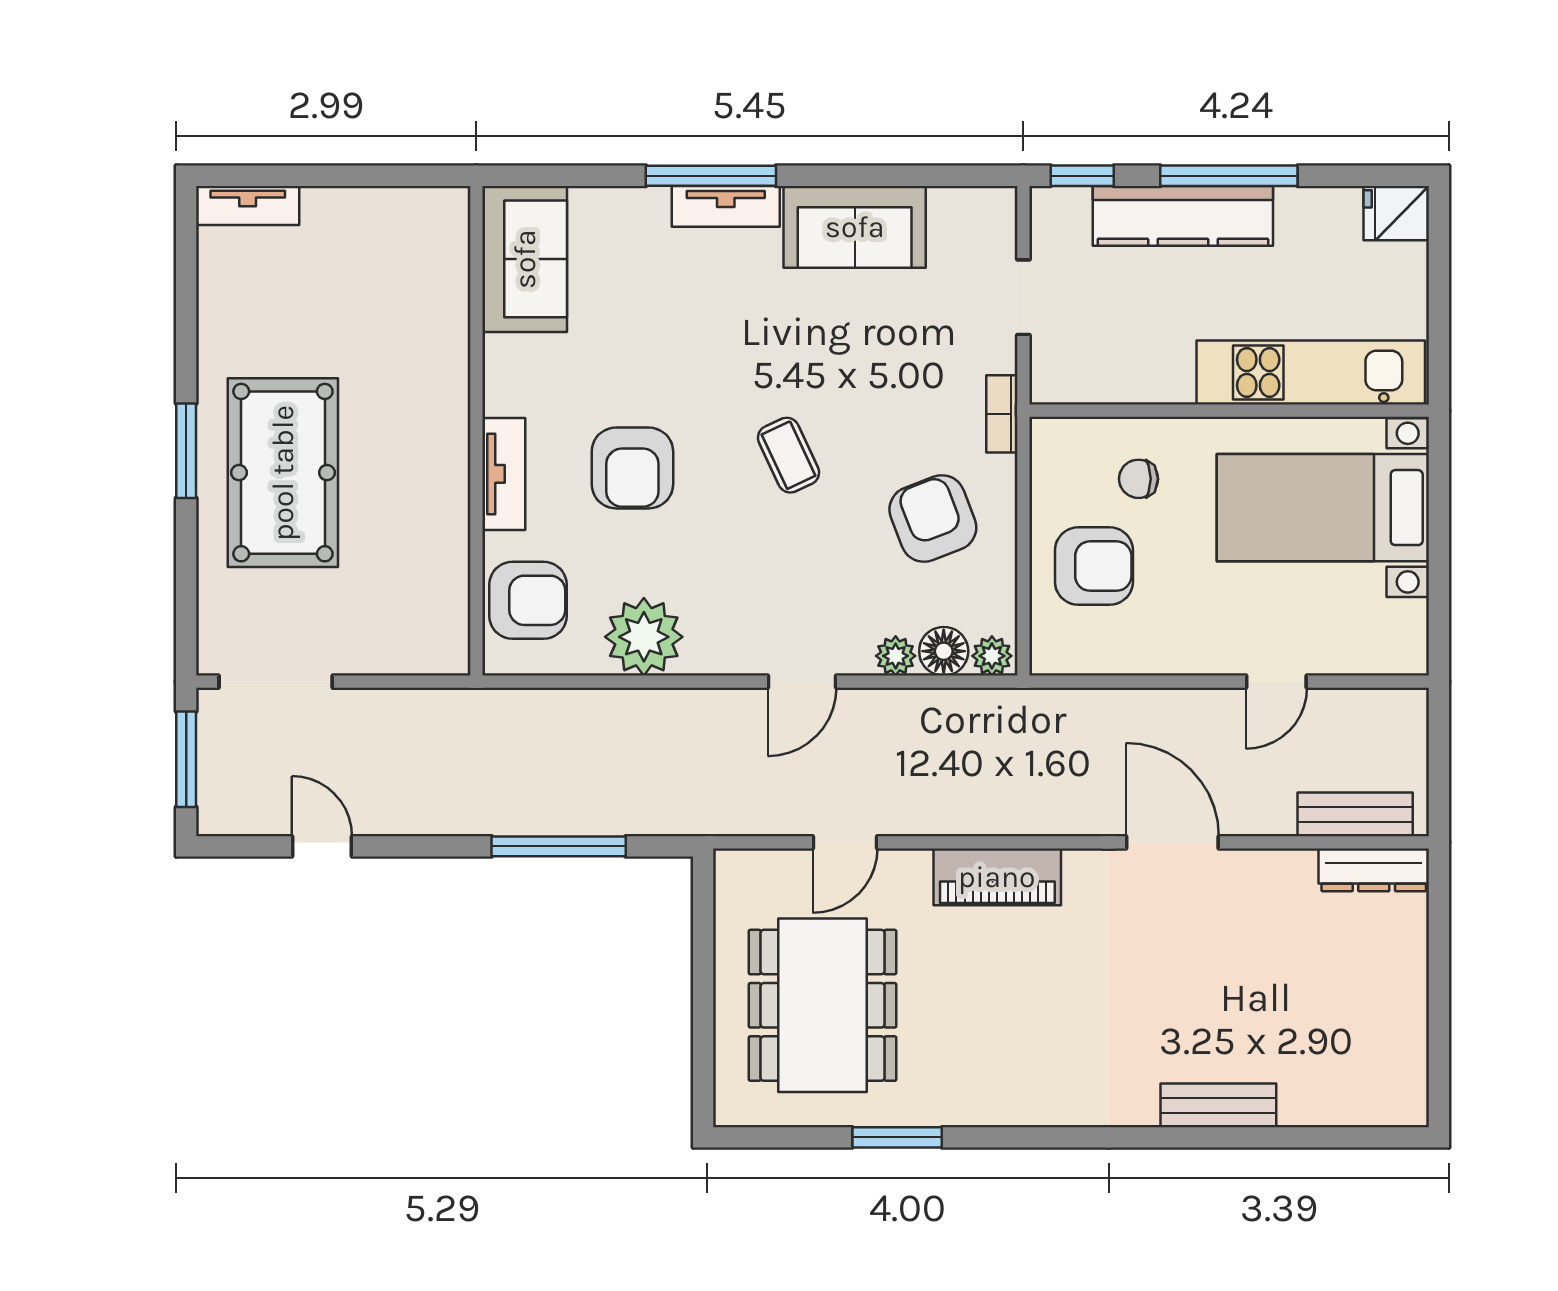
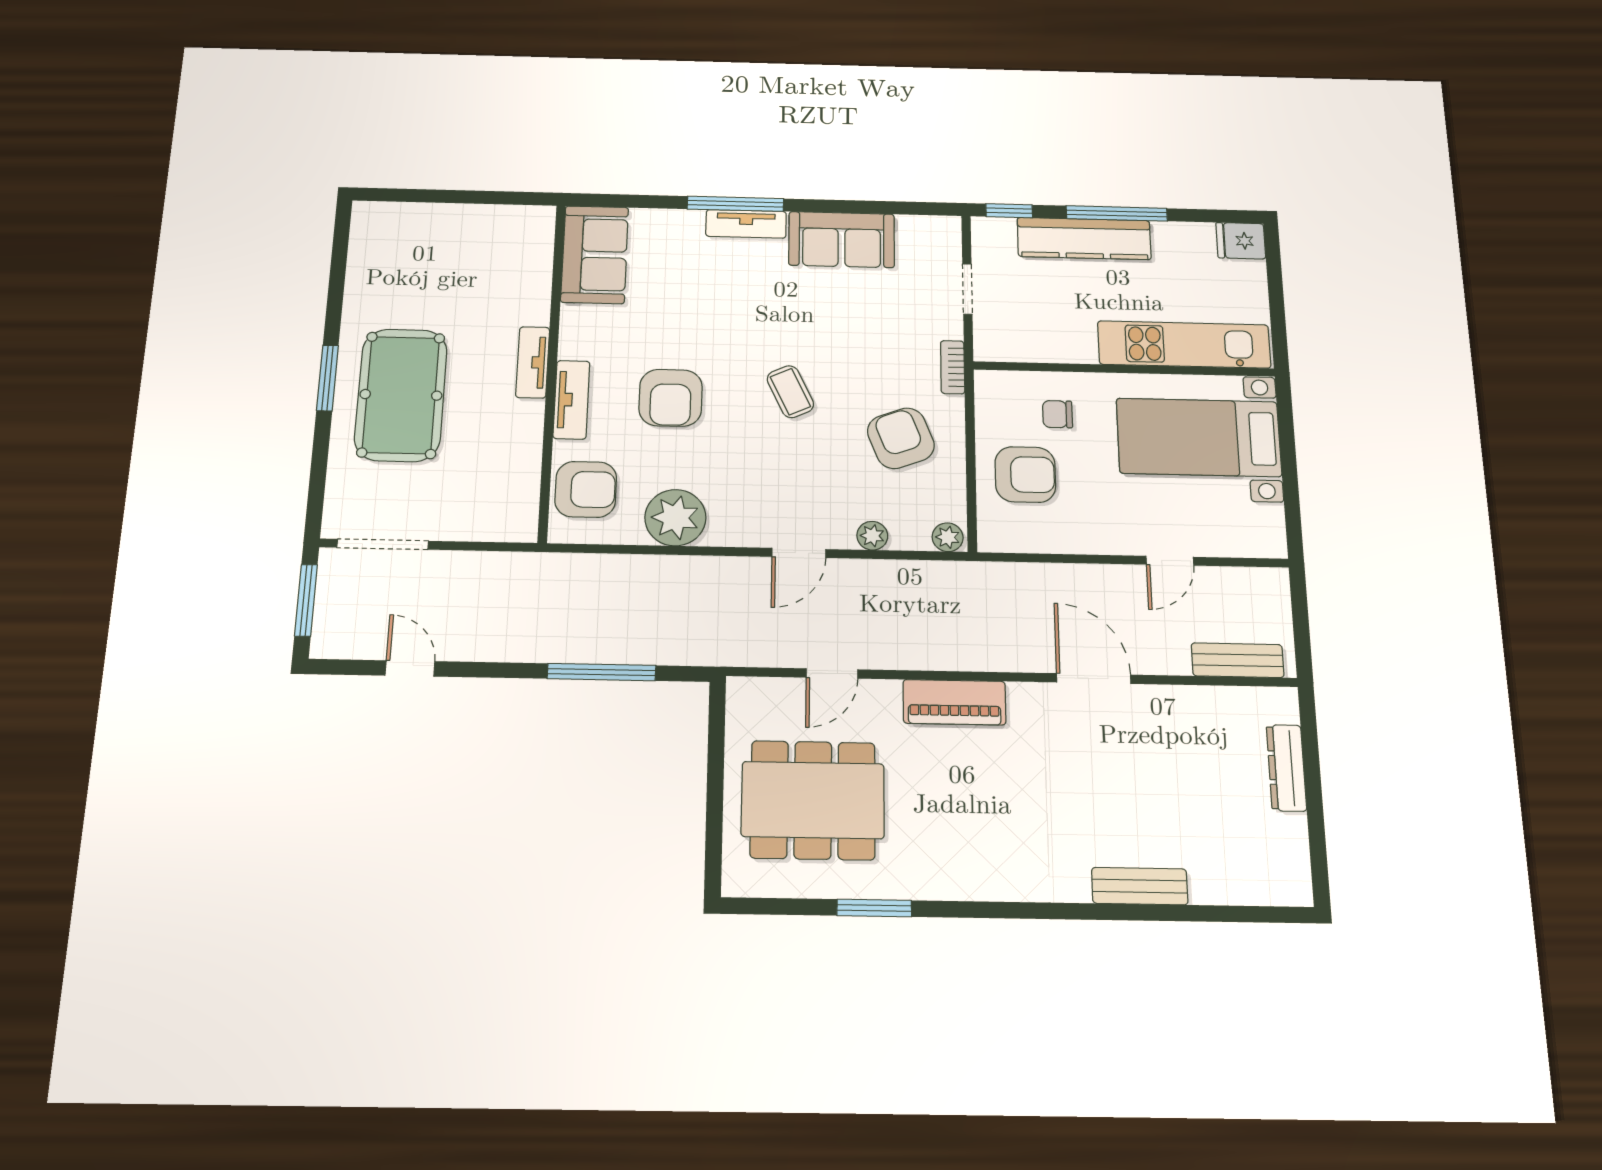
tv unit: (248, 205) -> (533, 362), moved, turned 90
floor lamp: (944, 651) -> (910, 533), removed
dresser: (1374, 870) -> (1286, 768), moved, turned 90
dining table: (823, 1005) -> (813, 800), turned 90

